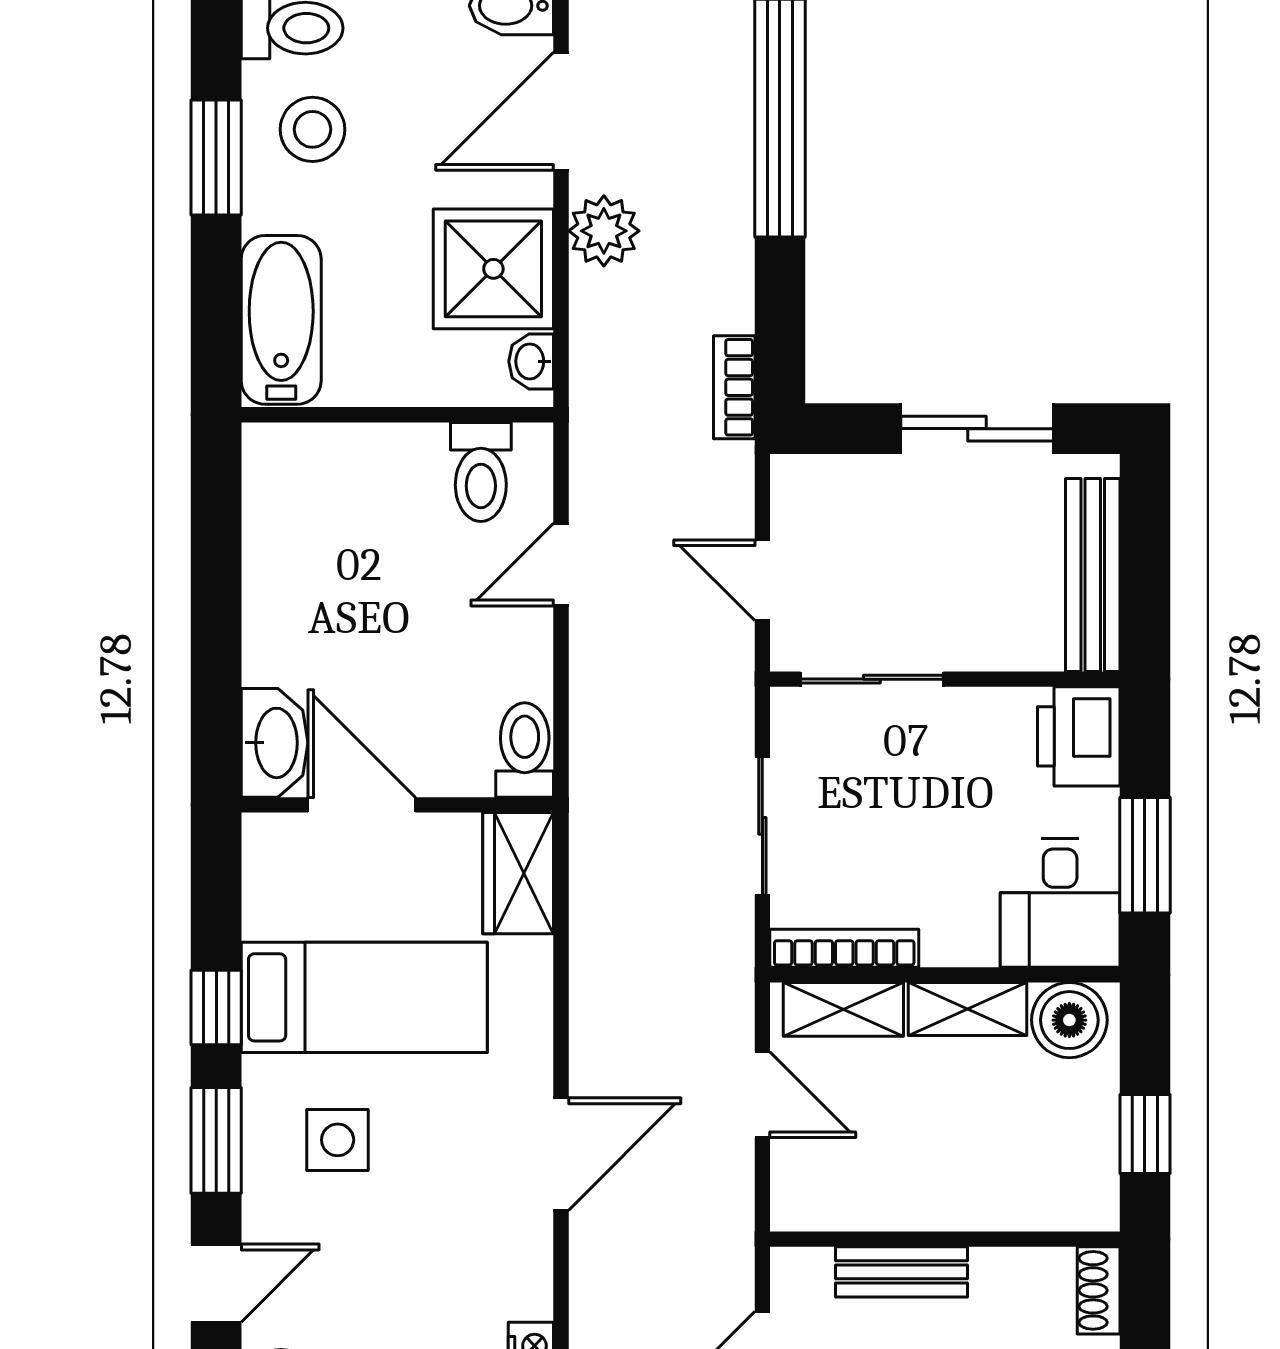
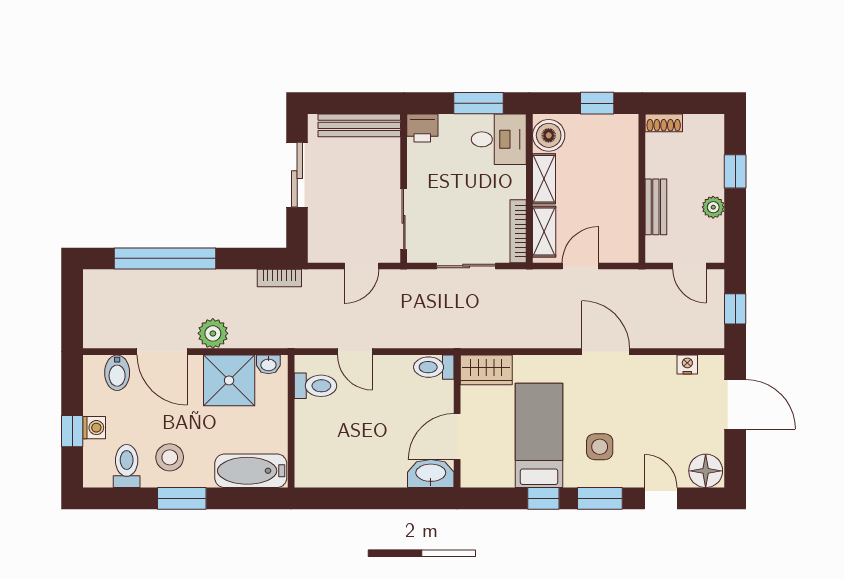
printer: (1079, 736) -> (422, 128), width x0.73, depth x0.81

